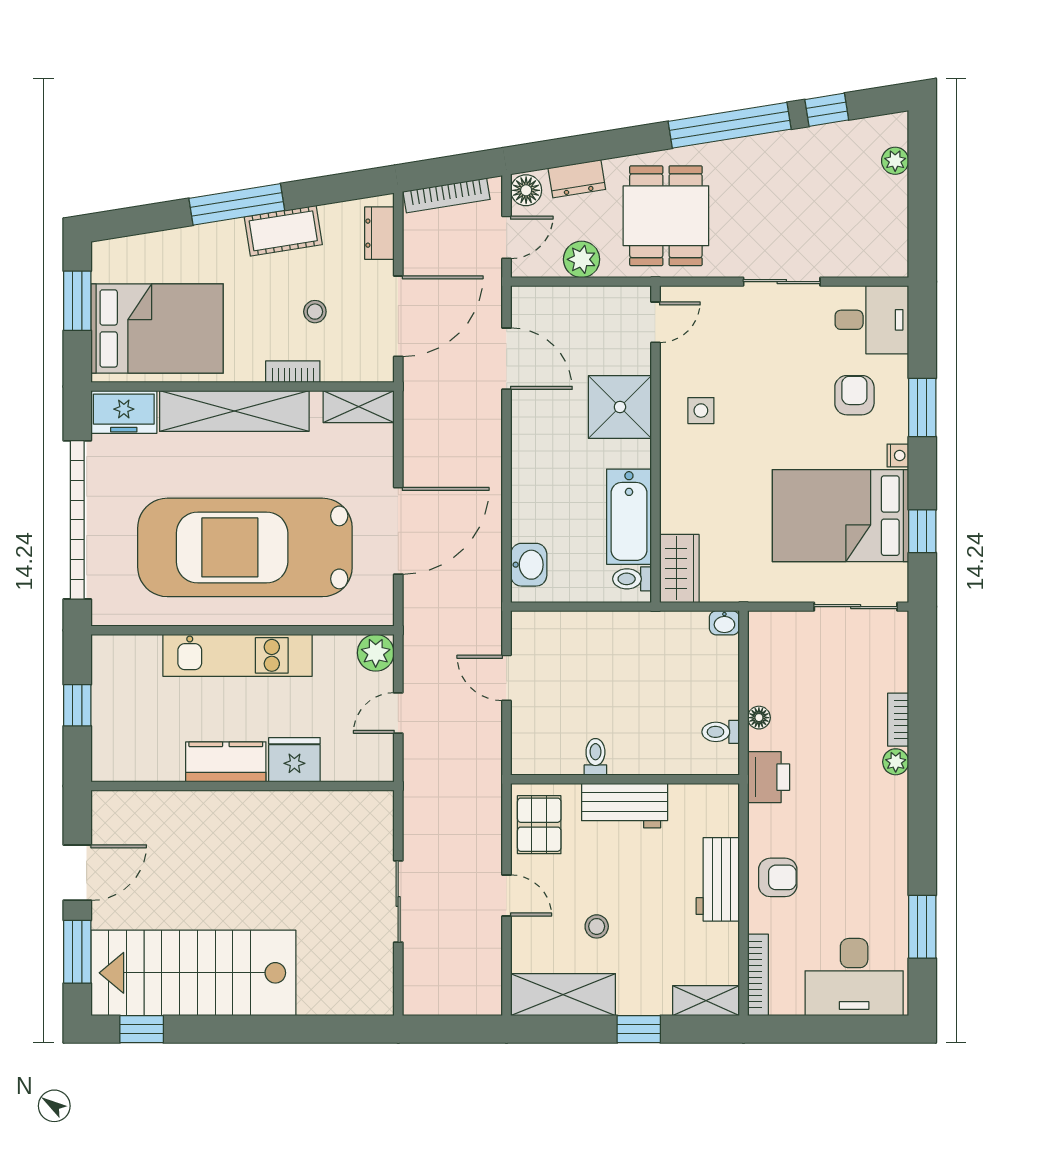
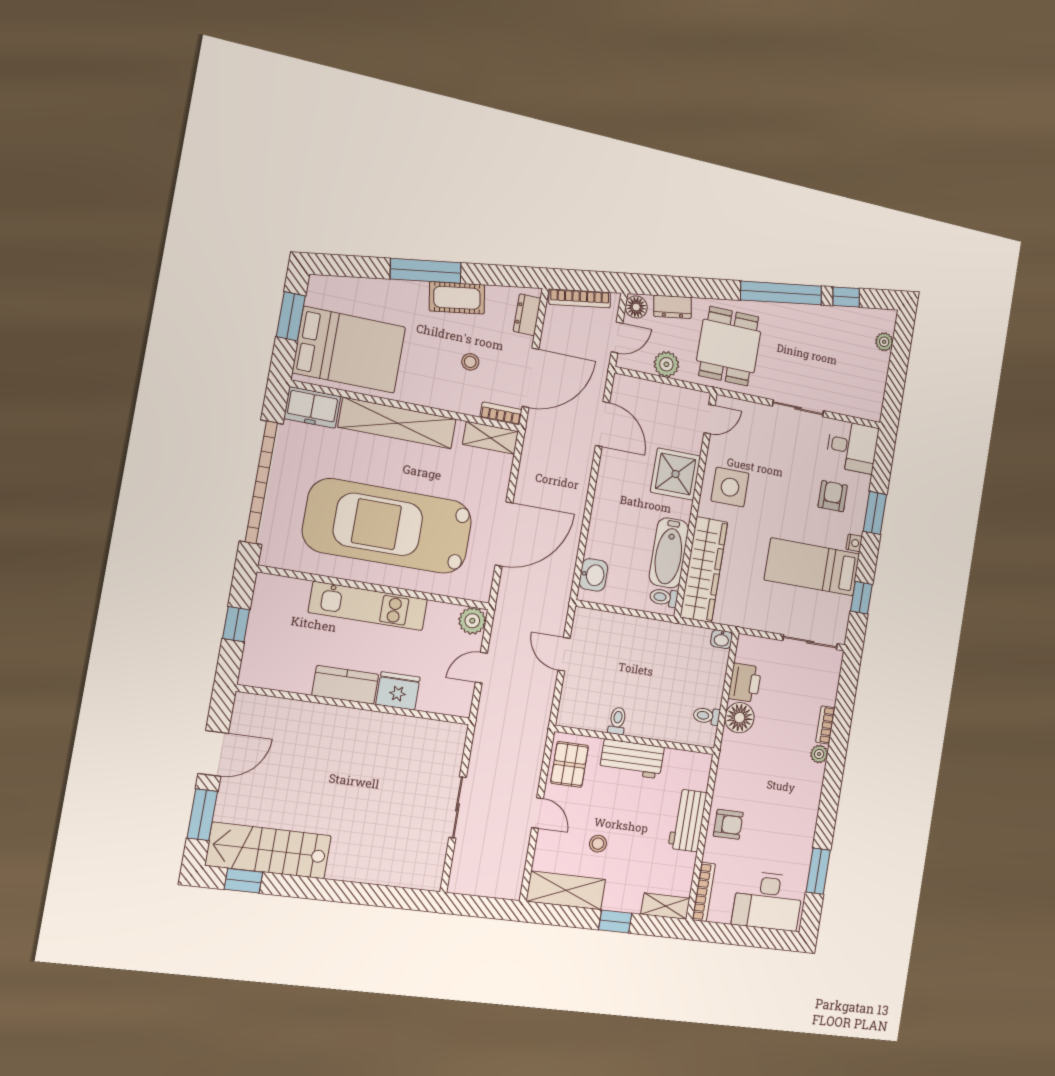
bookcase: (293, 372) -> (501, 413), moved
side table: (701, 411) -> (730, 487), width x1.87, depth x1.87
bed: (841, 516) -> (812, 567), width x0.67
wardrobe: (679, 568) -> (704, 570), width x2.10, depth x1.17
floor lamp: (759, 718) -> (739, 718), width x1.89, depth x1.89
printer: (769, 777) -> (745, 683), moved
stairs: (193, 973) -> (268, 851), width x0.73, depth x0.66

